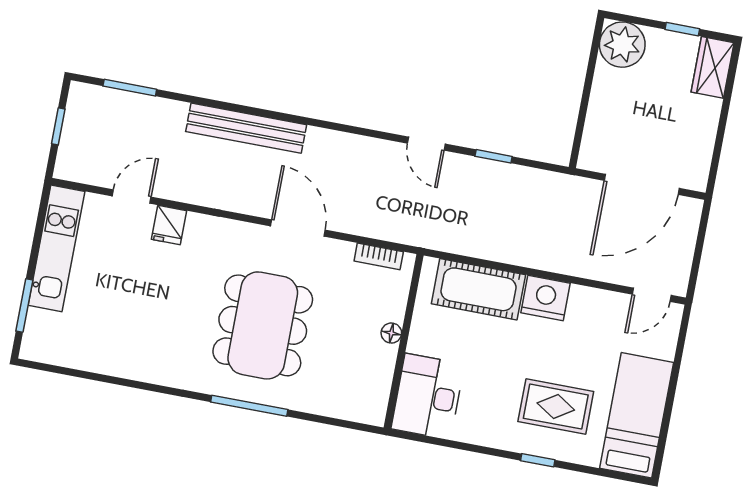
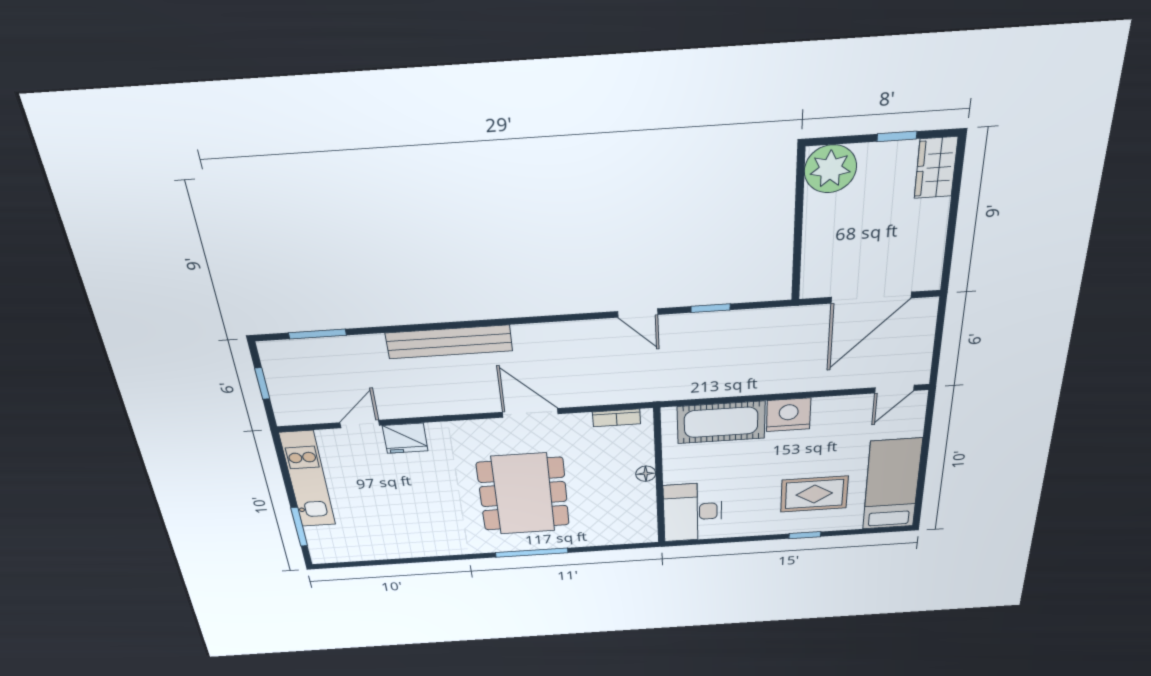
fridge: (169, 225) -> (405, 438), width x1.38

